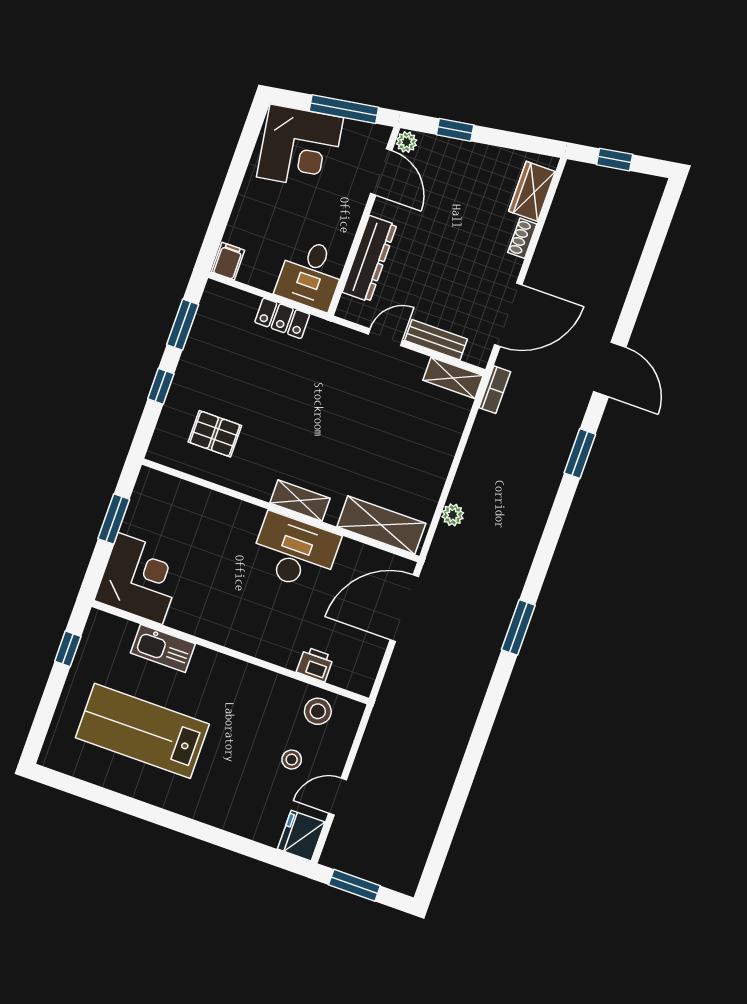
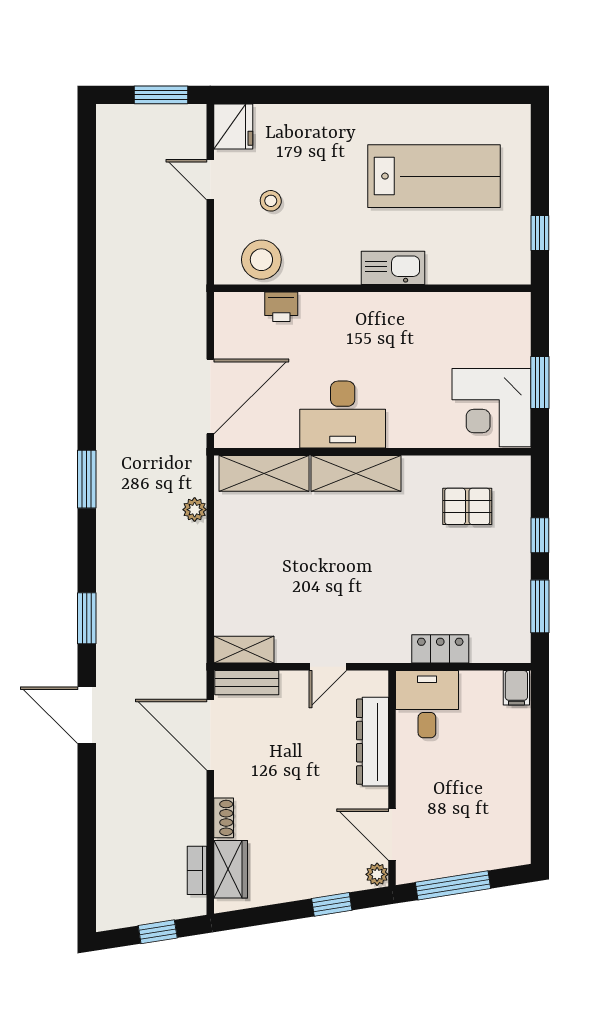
corner desk: (300, 147) -> (484, 830), removed
door: (508, 315) -> (210, 735), hinge flipped
bench: (436, 340) -> (247, 683), moved
bookcase: (495, 390) -> (197, 870), moved
shelving: (300, 501) -> (356, 473), width x1.50, depth x1.33
corner desk: (140, 578) -> (491, 408), moved
window: (518, 627) -> (87, 479), moved
kitchen sink: (163, 648) -> (393, 268), moved
stool: (318, 711) -> (261, 260), width x1.38, depth x1.38
door: (338, 797) -> (210, 180), swing flipped

